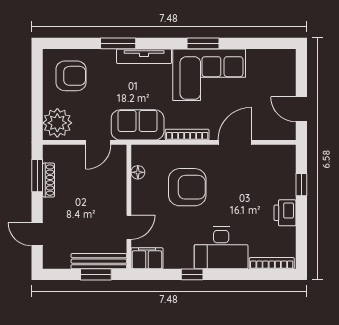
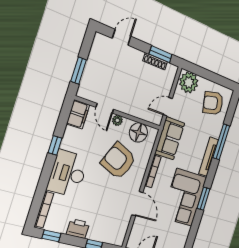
window: (118, 43) -> (221, 142), width x1.44
armchair: (71, 76) -> (213, 103), turned 78
door: (98, 142) -> (168, 107), hinge flipped
floor lamp: (138, 172) -> (138, 132), width x1.89, depth x1.89
armchair: (187, 187) -> (119, 161), turned 113
plant: (138, 206) -> (117, 120), added
window: (301, 244) -> (51, 236), added
bench: (99, 261) -> (88, 77), removed

